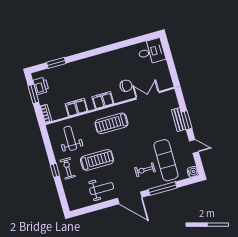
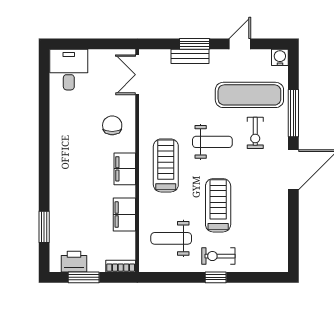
double door: (148, 95) -> (137, 75), moved
treadmill: (112, 123) -> (166, 165), turned 180
weight bench: (102, 189) -> (212, 142), moved, turned 90

